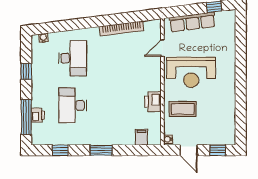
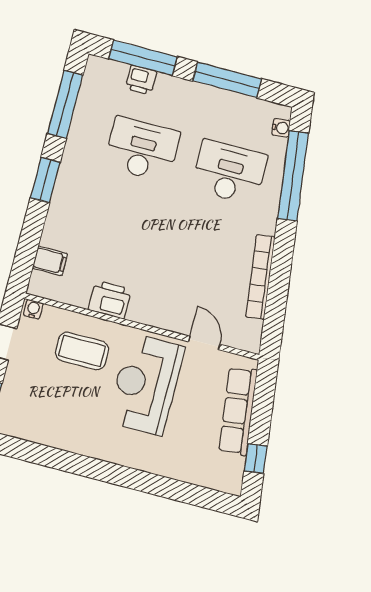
window: (66, 25) -> (293, 176), added
desk: (73, 58) -> (229, 172), turned 180
window: (26, 72) -> (227, 80), width x2.17
coffee table: (183, 109) -> (82, 351), turned 90
window: (60, 150) -> (65, 104), width x2.17

